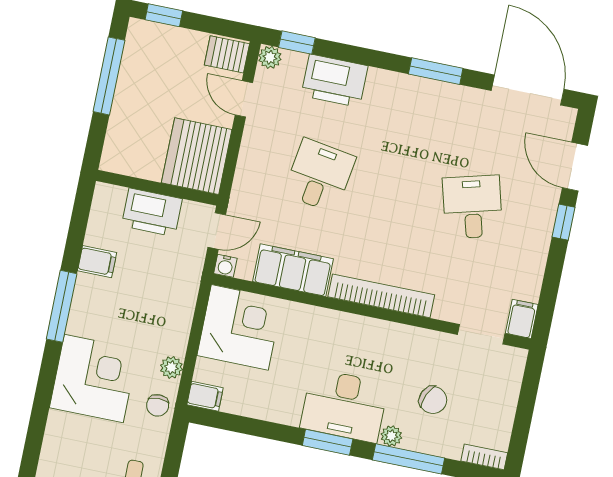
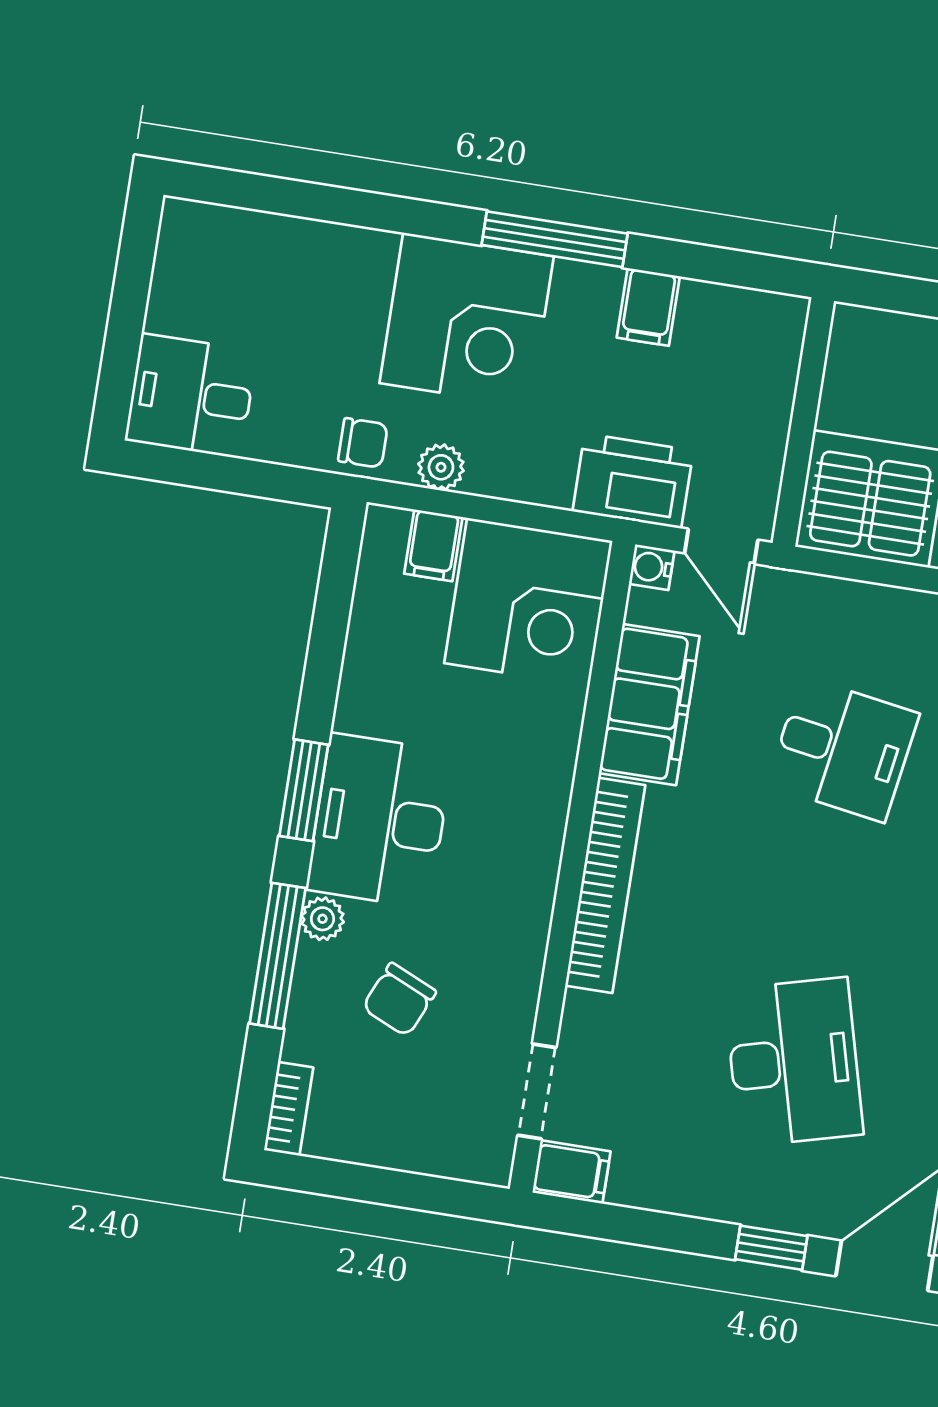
desk: (472, 207) -> (794, 1062), width x1.37
printer: (152, 212) -> (633, 481), moved, turned 90
corner desk: (94, 379) -> (467, 320), moved
filing cabinet: (205, 396) -> (433, 545), moved
chair: (158, 405) -> (363, 443), turned 180

